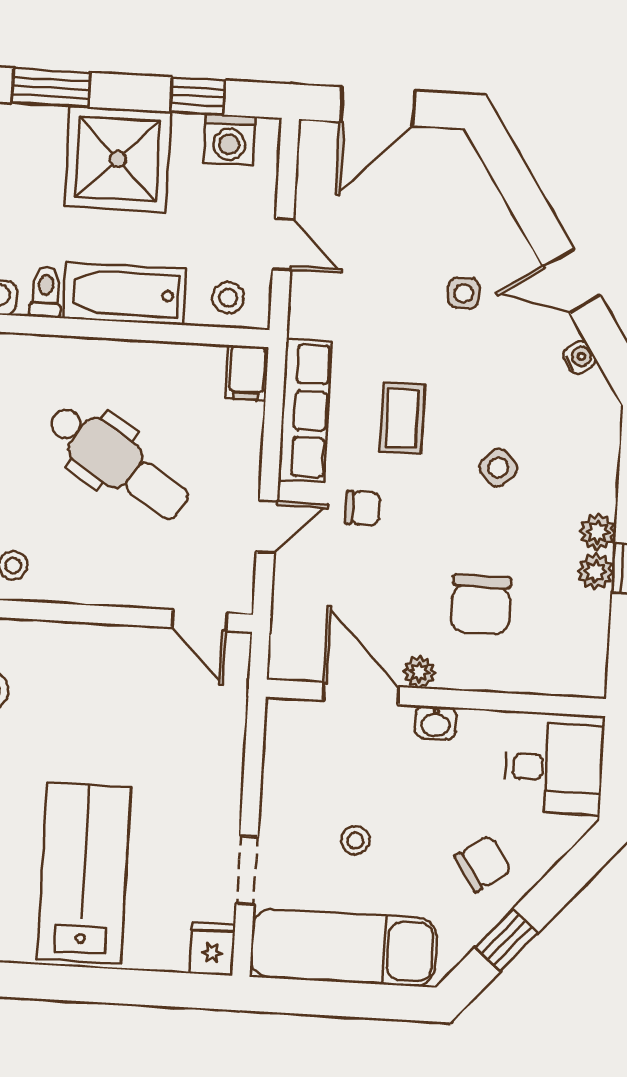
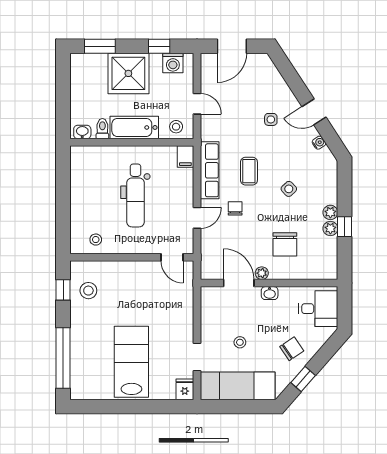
dental chair: (118, 462) -> (135, 195), turned 57
chair: (363, 508) -> (235, 208), turned -90

